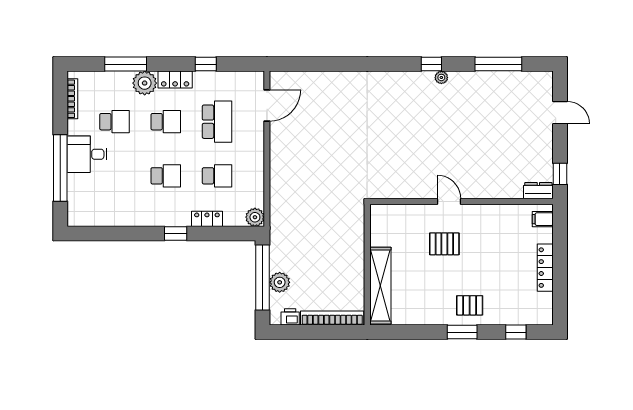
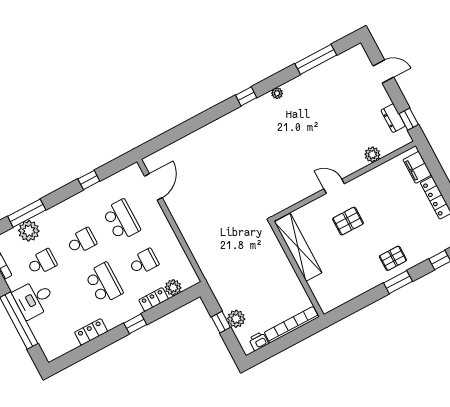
window: (431, 64) -> (246, 96), moved
locker: (175, 80) -> (91, 332), moved, turned 180
plant: (145, 83) -> (29, 231), moved
school desk: (166, 176) -> (104, 283), width x1.85
plant: (504, 190) -> (372, 154), added
dresser: (538, 191) -> (393, 118), moved, turned -90
plant: (255, 217) -> (173, 288), moved
filing cabinet: (543, 219) -> (417, 167), width x2.00
window: (263, 278) -> (221, 322), width x0.32
shelving: (380, 286) -> (298, 247), moved

